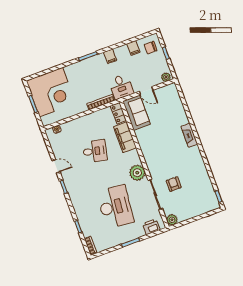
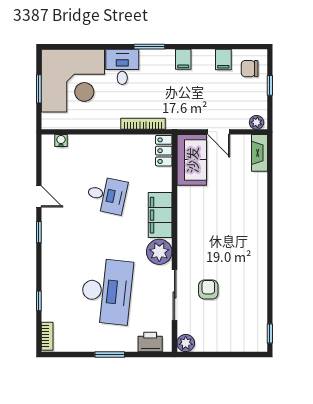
desk: (121, 87) -> (122, 67), moved, turned 180
fireplace: (189, 135) -> (259, 153), moved
filing cabinet: (125, 137) -> (160, 215), moved

